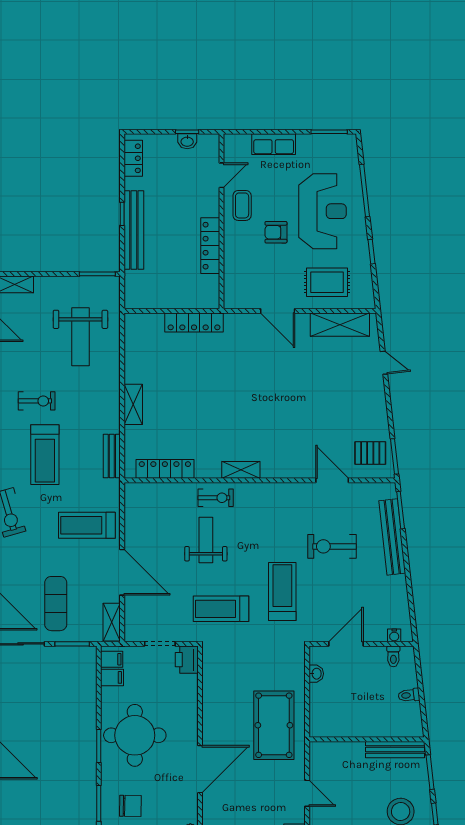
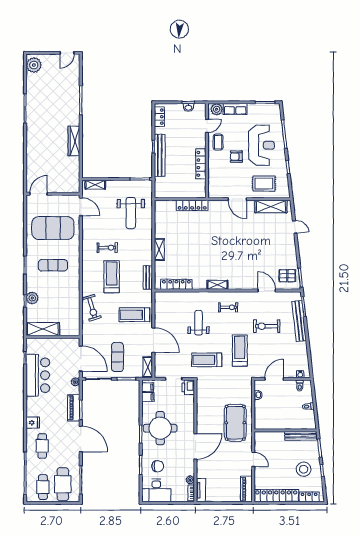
plant: (239, 145) -> (217, 109), added
treadmill: (45, 455) -> (112, 277), turned 180
exercise bike: (216, 498) -> (228, 307), moved

